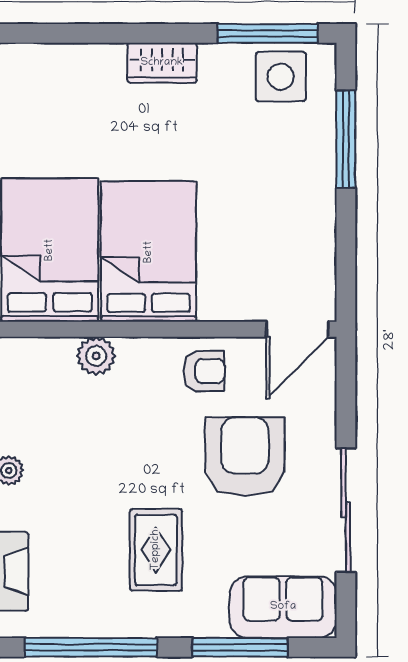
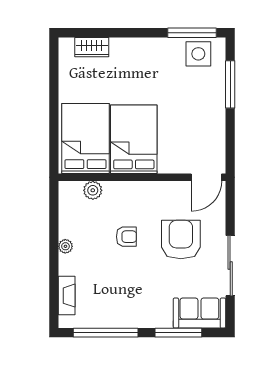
wardrobe: (162, 63) -> (92, 47), moved
plant: (96, 356) -> (93, 190), moved
armchair: (204, 371) -> (126, 237), moved
rug: (156, 550) -> (137, 285), removed

